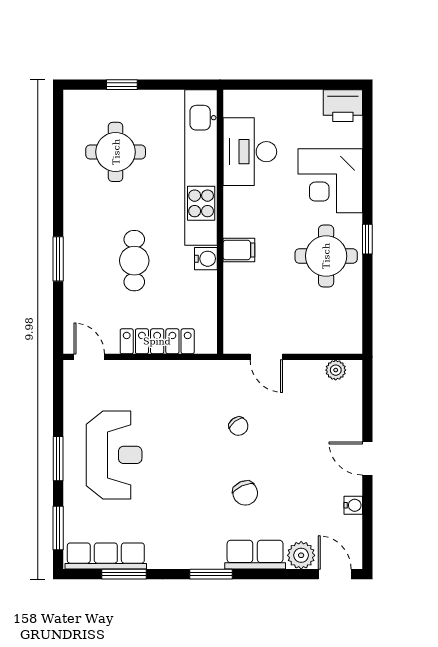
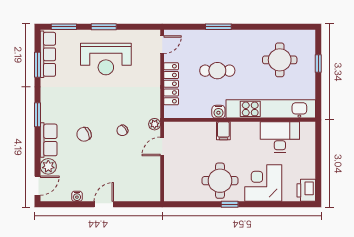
plant: (336, 370) -> (155, 124), moved

